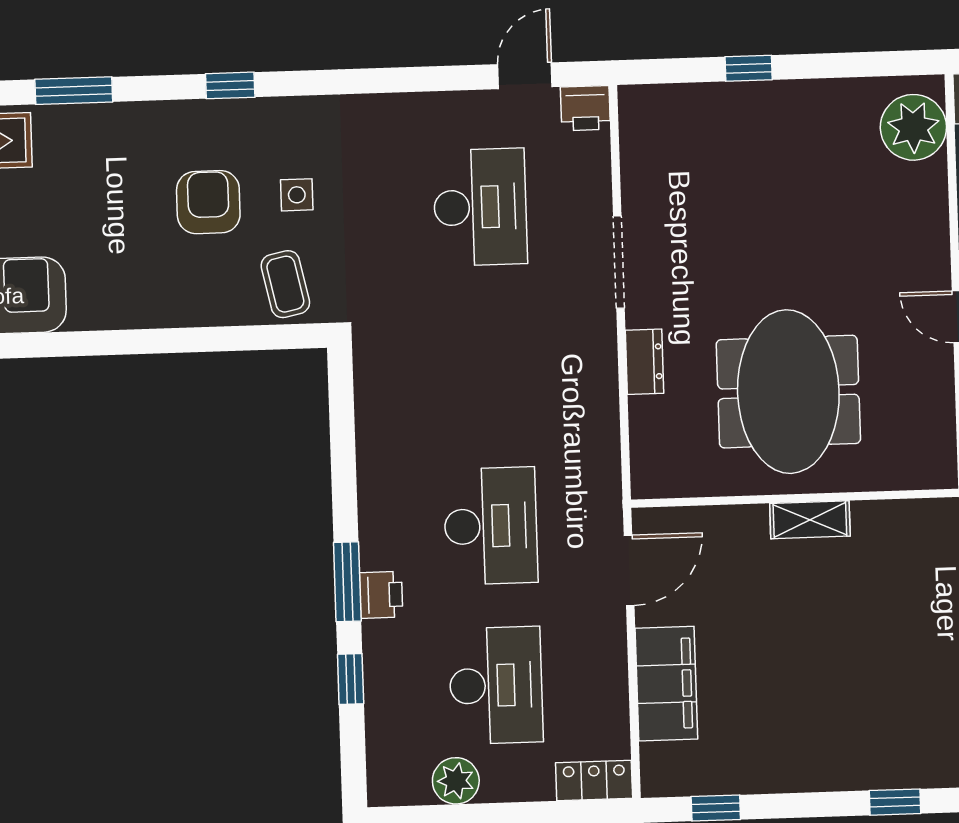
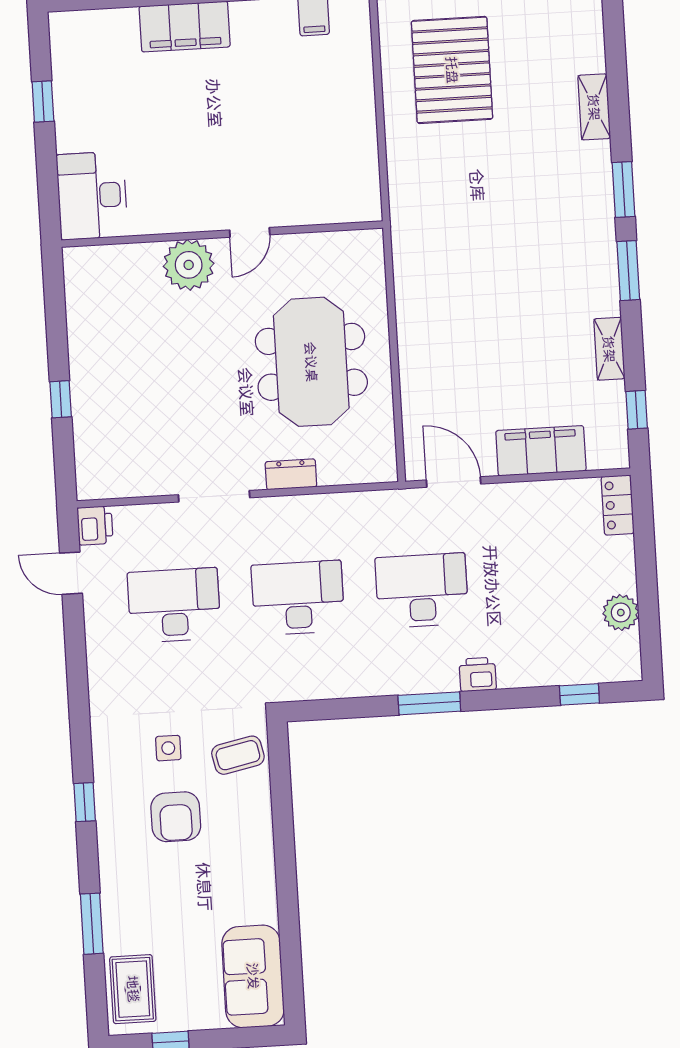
plant: (913, 127) -> (189, 265), moved
armchair: (208, 202) -> (176, 817), turned -90
meeting table: (788, 392) -> (311, 362), turned 90
shelving: (810, 520) -> (609, 349), moved
window: (347, 582) -> (429, 703), moved
window: (351, 679) -> (579, 694), moved
desk: (496, 685) -> (298, 598), moved
window: (895, 802) -> (628, 271), width x1.50

